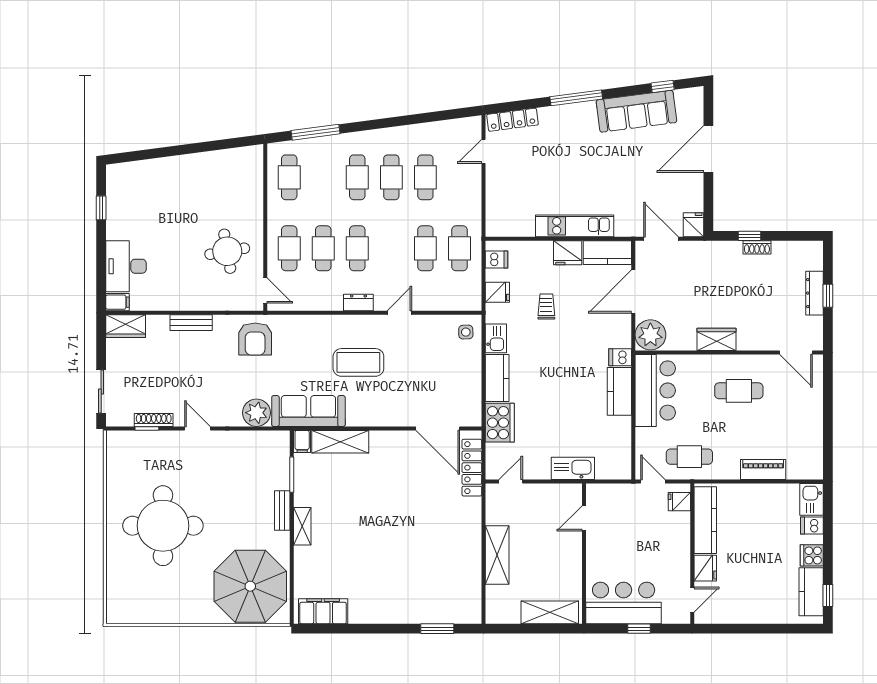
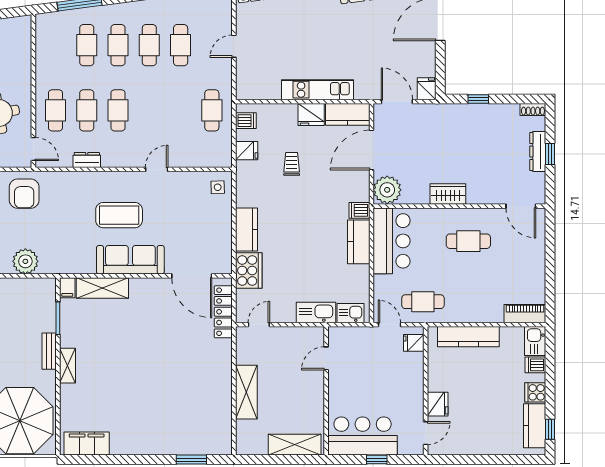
door: (483, 151) -> (234, 46), moved
cafe table: (289, 177) -> (87, 45), moved
shoe rack: (757, 247) -> (533, 109), moved
cafe table: (425, 248) -> (181, 110), removed
dresser: (358, 303) -> (87, 160), moved
kitchen sink: (496, 338) -> (350, 313), moved, turned -90
sofa: (308, 411) -> (130, 260), moved
piano: (763, 470) -> (525, 314), moved
kitchen counter: (705, 520) -> (468, 337), moved, turned 90

